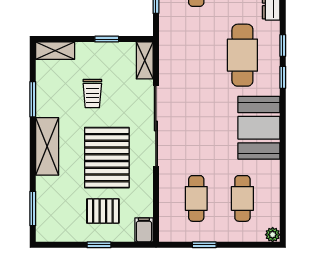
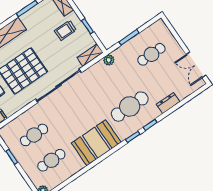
plant: (167, 41) -> (109, 60), added
trolley: (92, 94) -> (65, 30), moved

